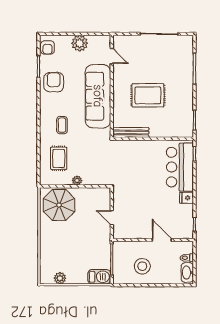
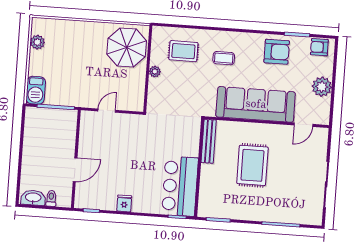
bar counter: (180, 167) -> (180, 186), moved, turned -90
stool: (142, 266) -> (45, 144), removed

